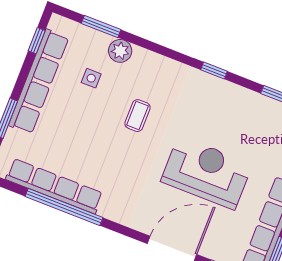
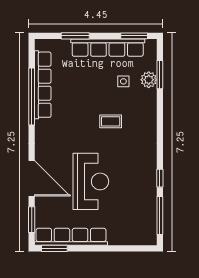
window: (37, 41) -> (134, 36), width x1.50
plant: (120, 51) -> (149, 80), moved
window: (214, 71) -> (160, 178), moved

